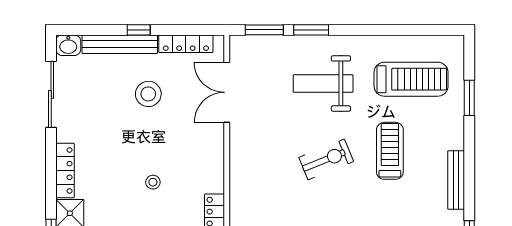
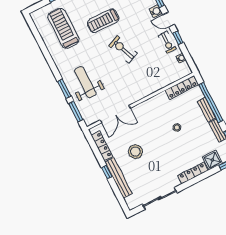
washbasin: (68, 45) -> (132, 202), removed
weight bench: (323, 83) -> (85, 82), moved, turned 180

